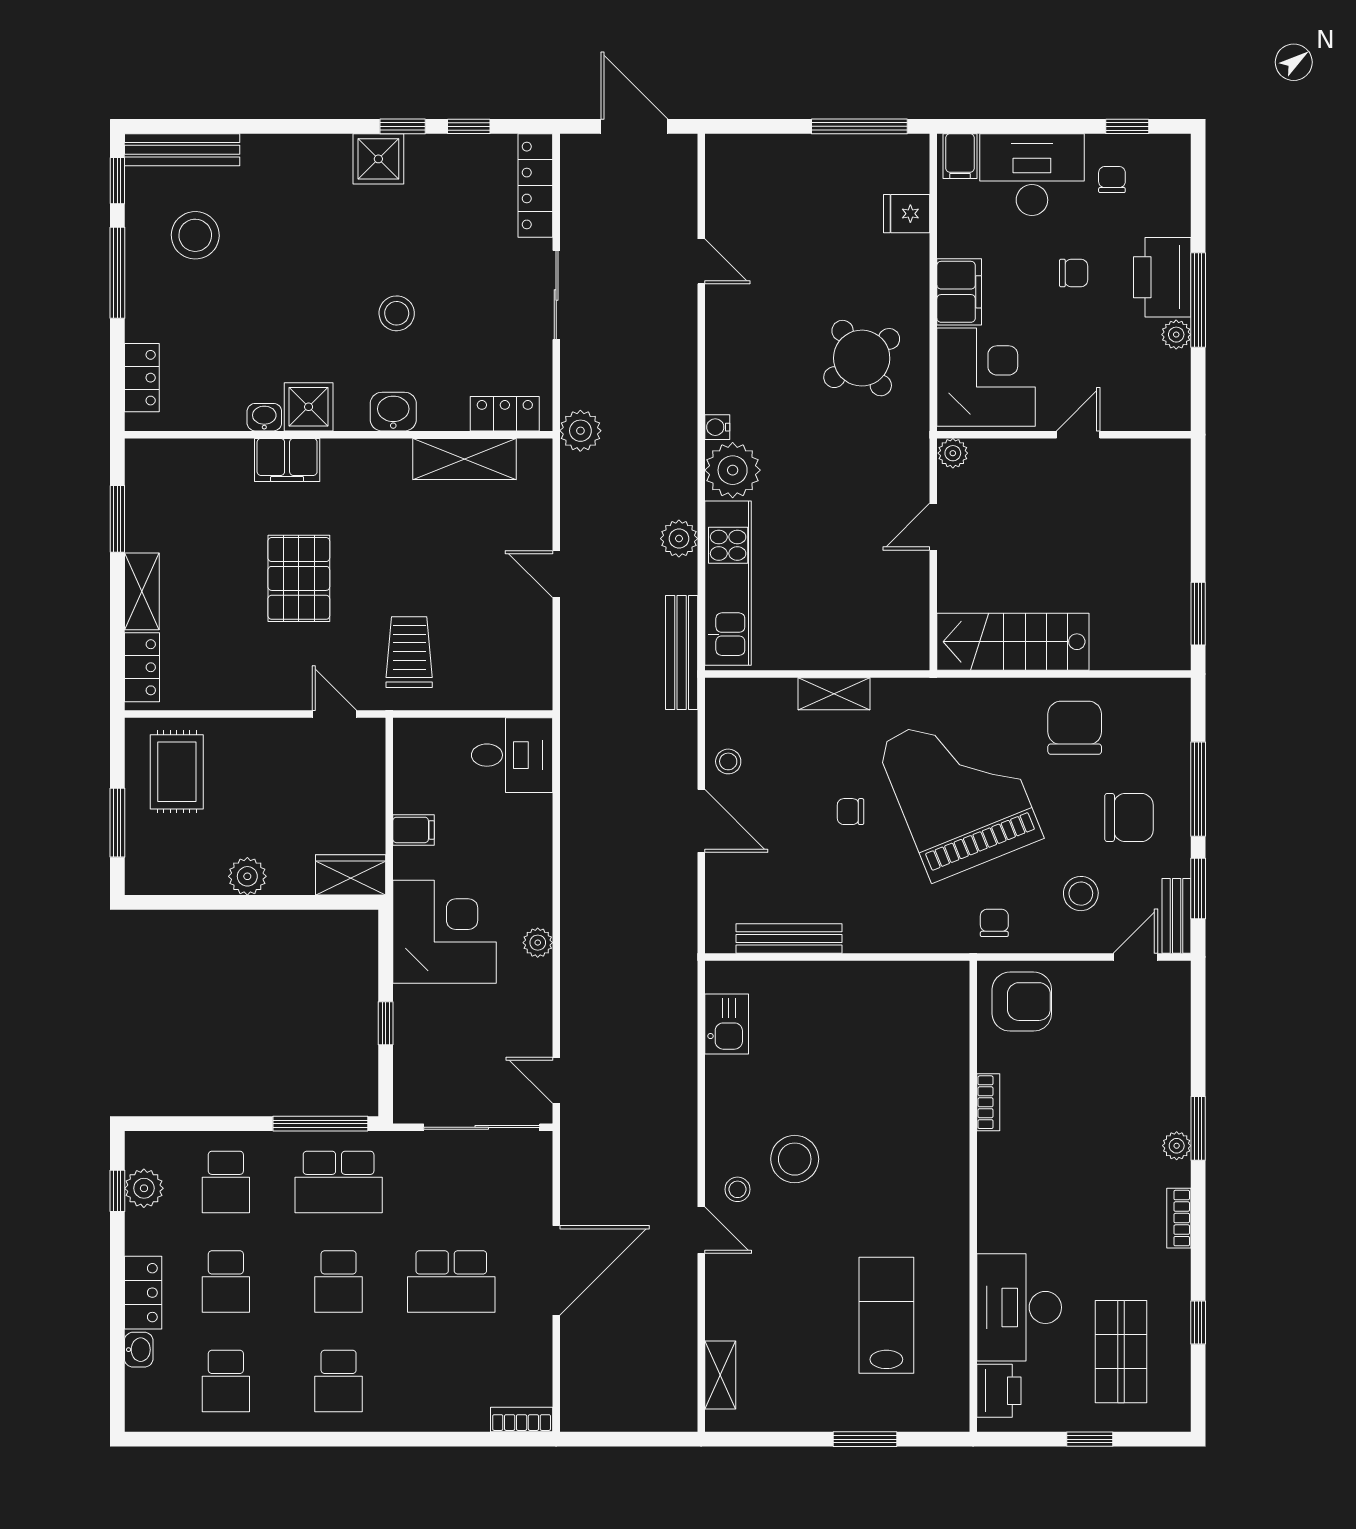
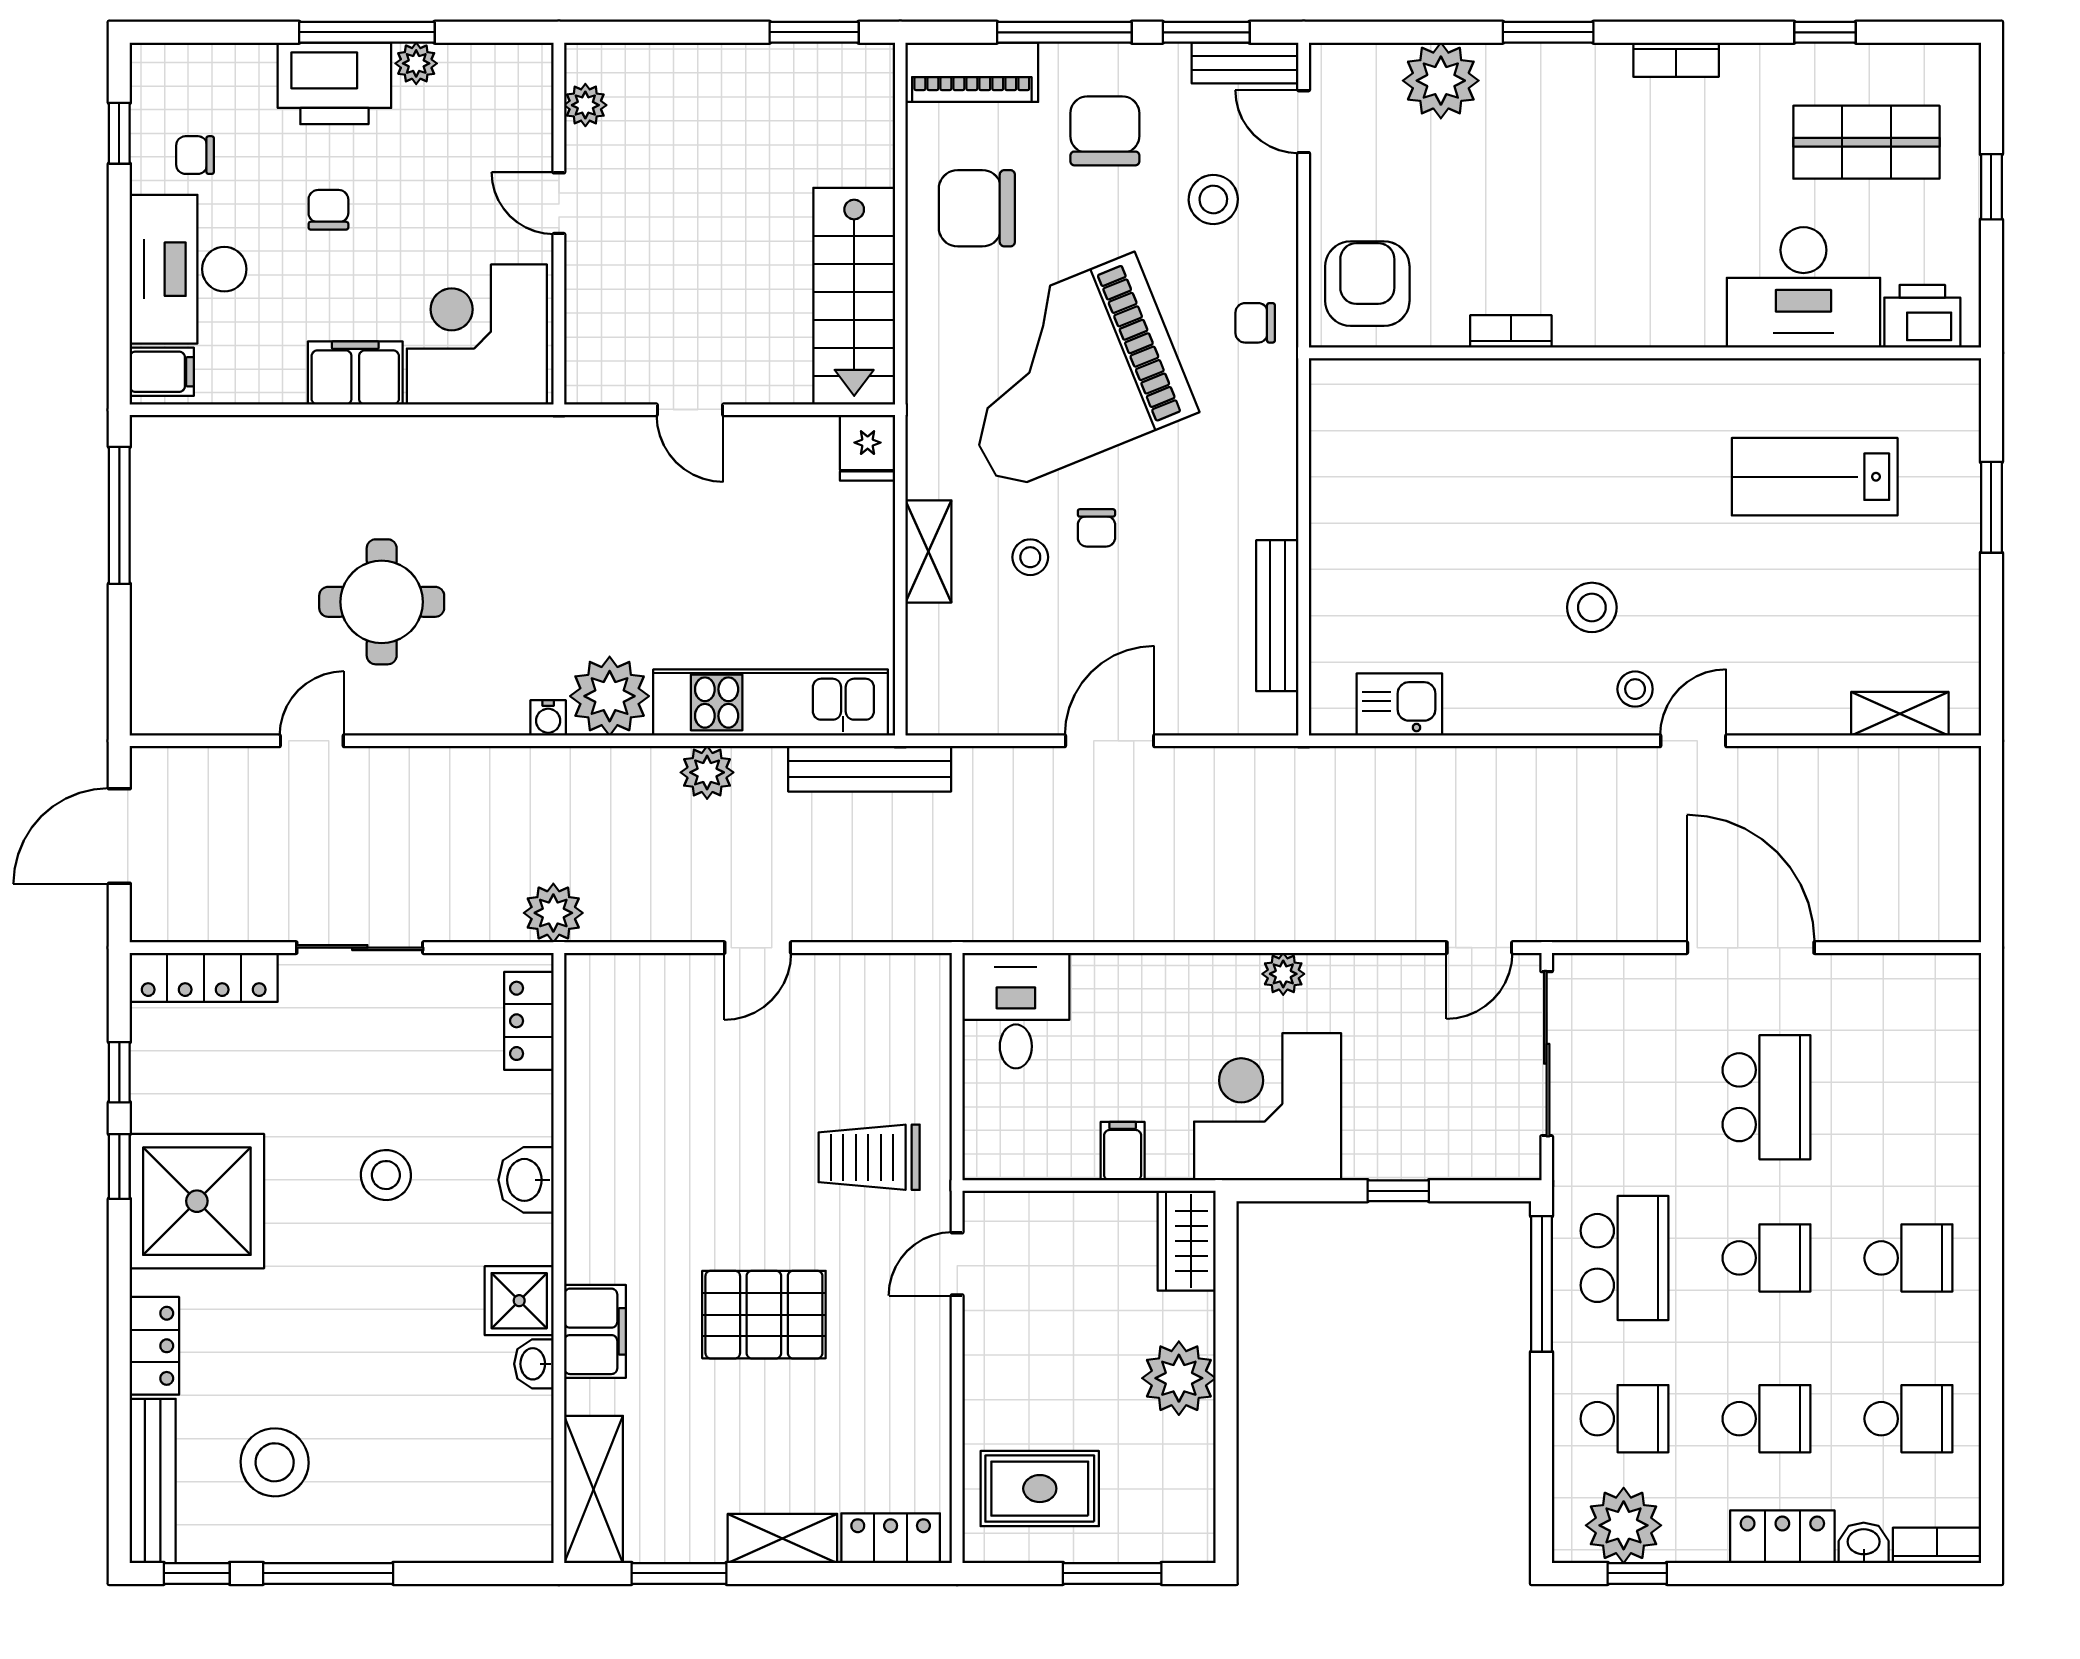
shower: (378, 159) -> (197, 1201), width x1.86, depth x1.86
fridge: (907, 214) -> (868, 448), moved
round table: (862, 358) -> (382, 602), moved, turned 35
locker: (142, 378) -> (154, 1346), moved, turned 90
plant: (953, 453) -> (585, 105), moved
shelving: (464, 459) -> (594, 1489), moved
piano: (1170, 724) -> (972, 72), added
stool: (728, 761) -> (1030, 557), moved
plant: (247, 876) -> (1179, 1378), width x1.36, depth x1.36
plant: (1177, 1146) -> (1441, 81), moved, width x1.88, depth x1.88
stool: (795, 1159) -> (1592, 607), width x0.73, depth x0.73
plant: (144, 1188) -> (1624, 1525), width x1.36, depth x1.36
bookcase: (522, 1420) -> (1937, 1545), moved, turned 90

